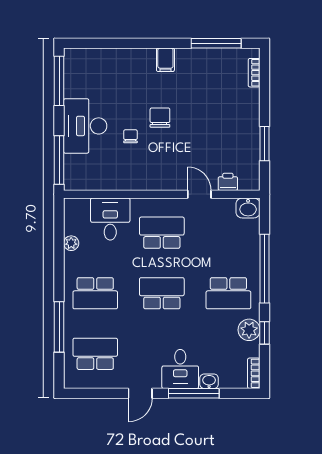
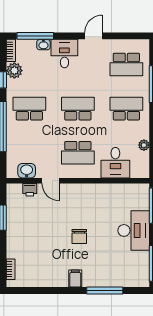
window: (216, 43) -> (105, 291), moved
chair: (130, 136) -> (101, 223), removed
washbasin: (248, 208) -> (27, 171), moved
school desk: (162, 293) -> (78, 109), turned 180
plant: (249, 330) -> (14, 71), moved
window: (194, 393) -> (35, 36), moved

